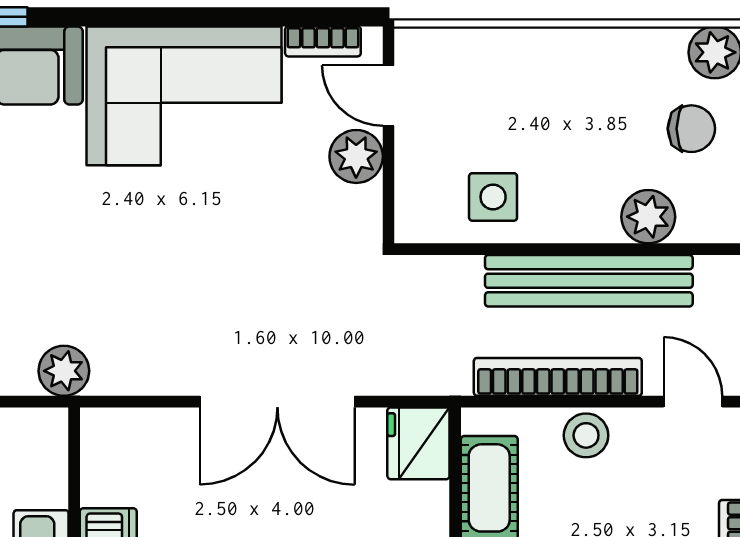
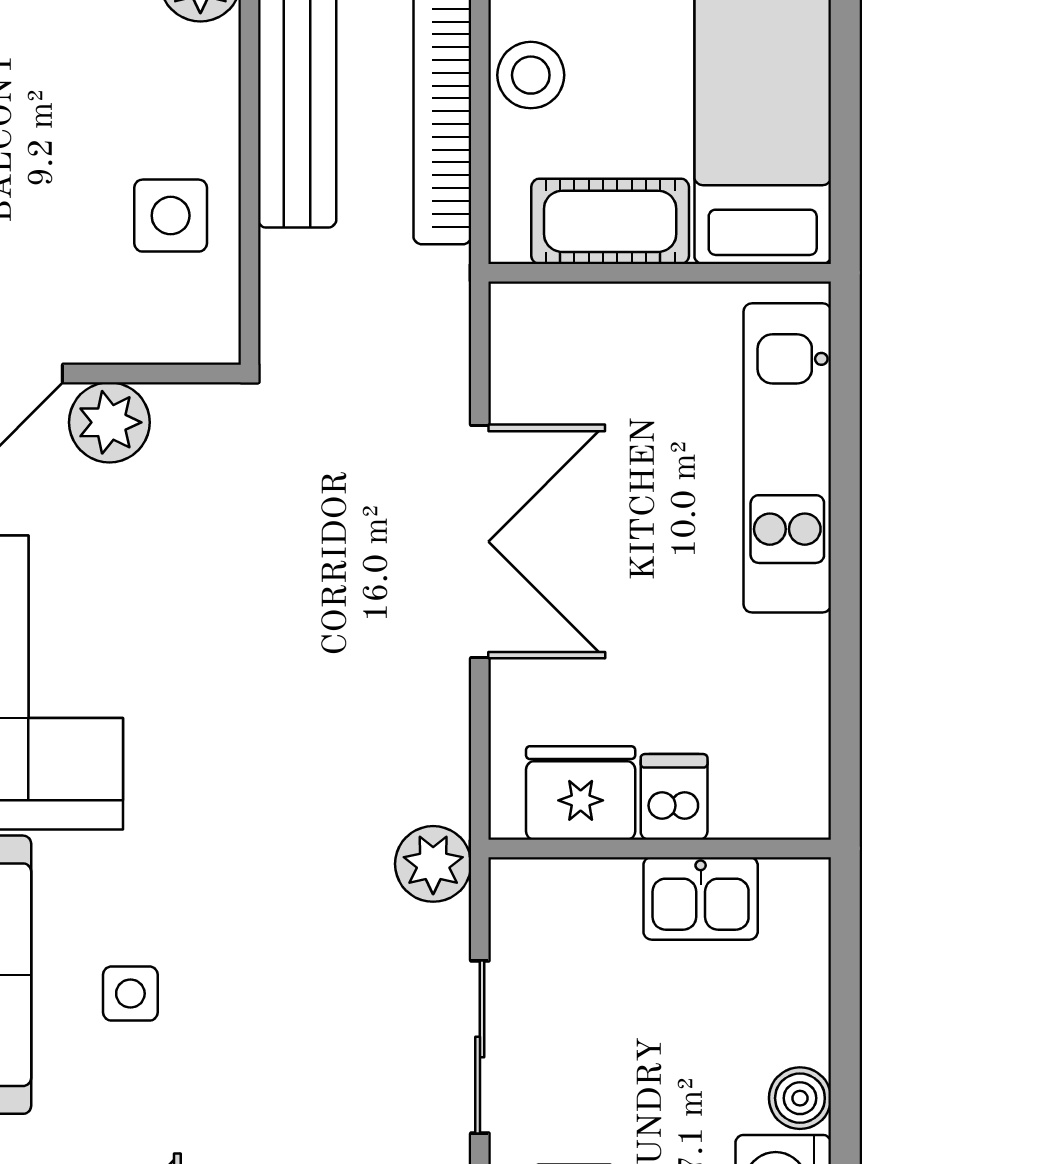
fridge: (418, 443) -> (581, 793), moved, turned 180

